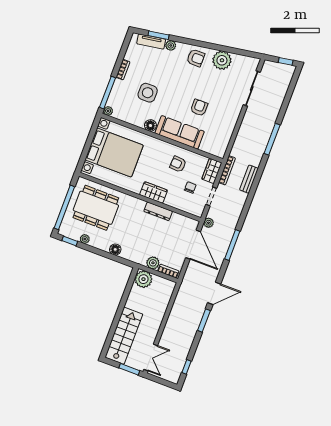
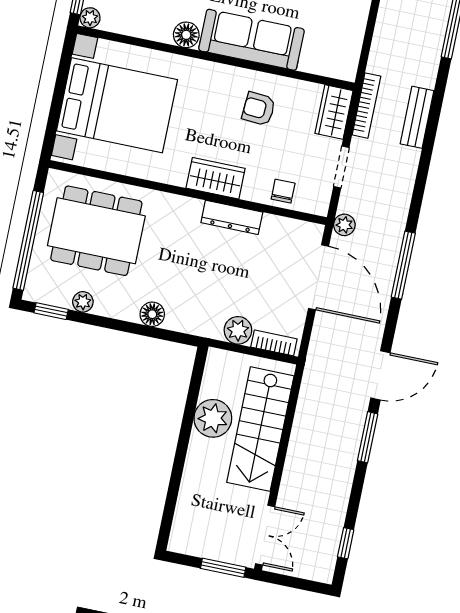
chair: (190, 188) -> (283, 191), moved
plant: (143, 279) -> (213, 418), moved
stairs: (124, 336) -> (260, 429), moved, turned 180

